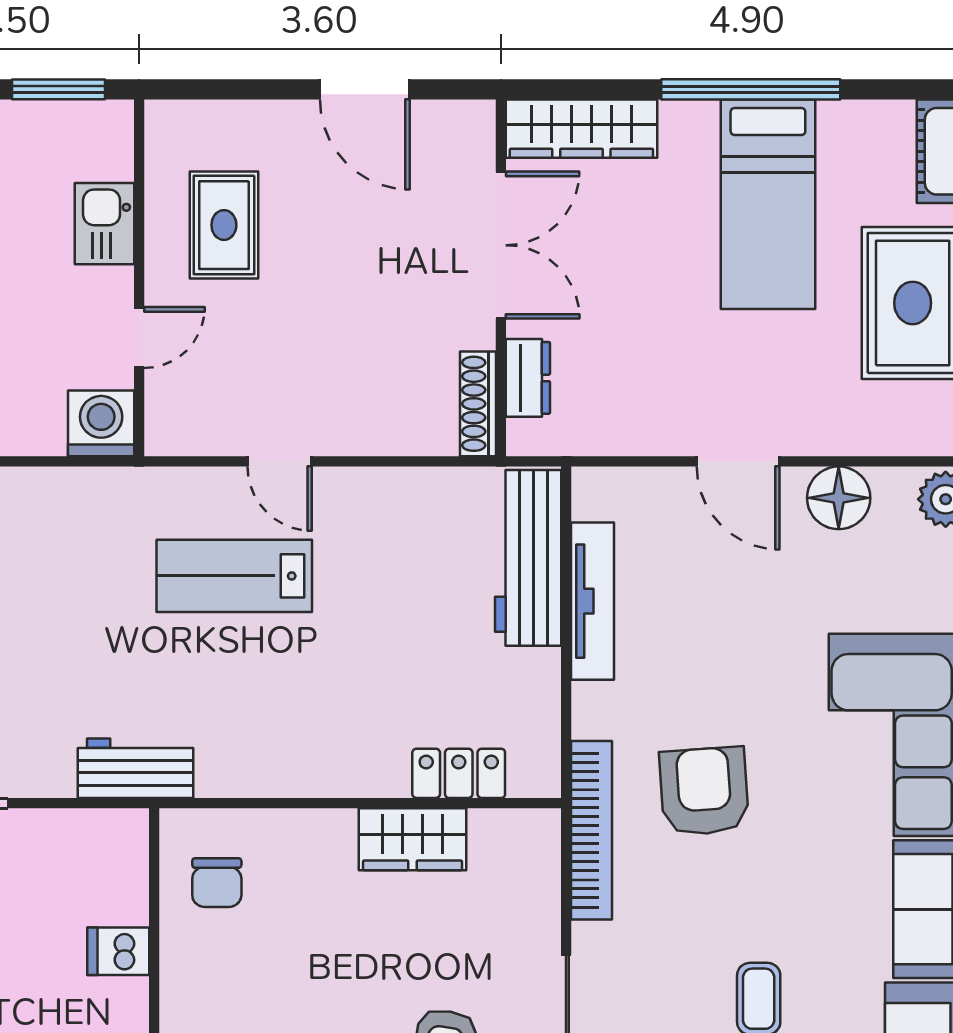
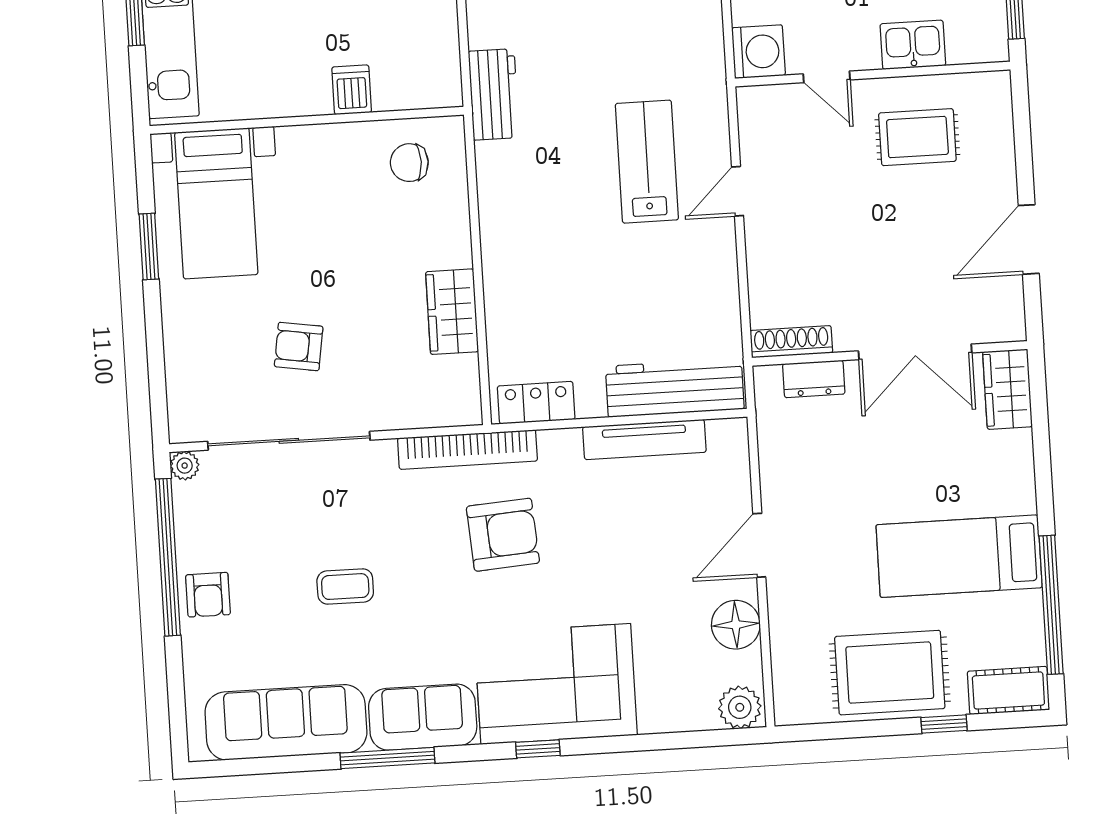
window: (751, 89) -> (1051, 605), moved
wardrobe: (581, 129) -> (1007, 389), width x0.67
locker: (459, 773) -> (536, 403), moved, turned -90

